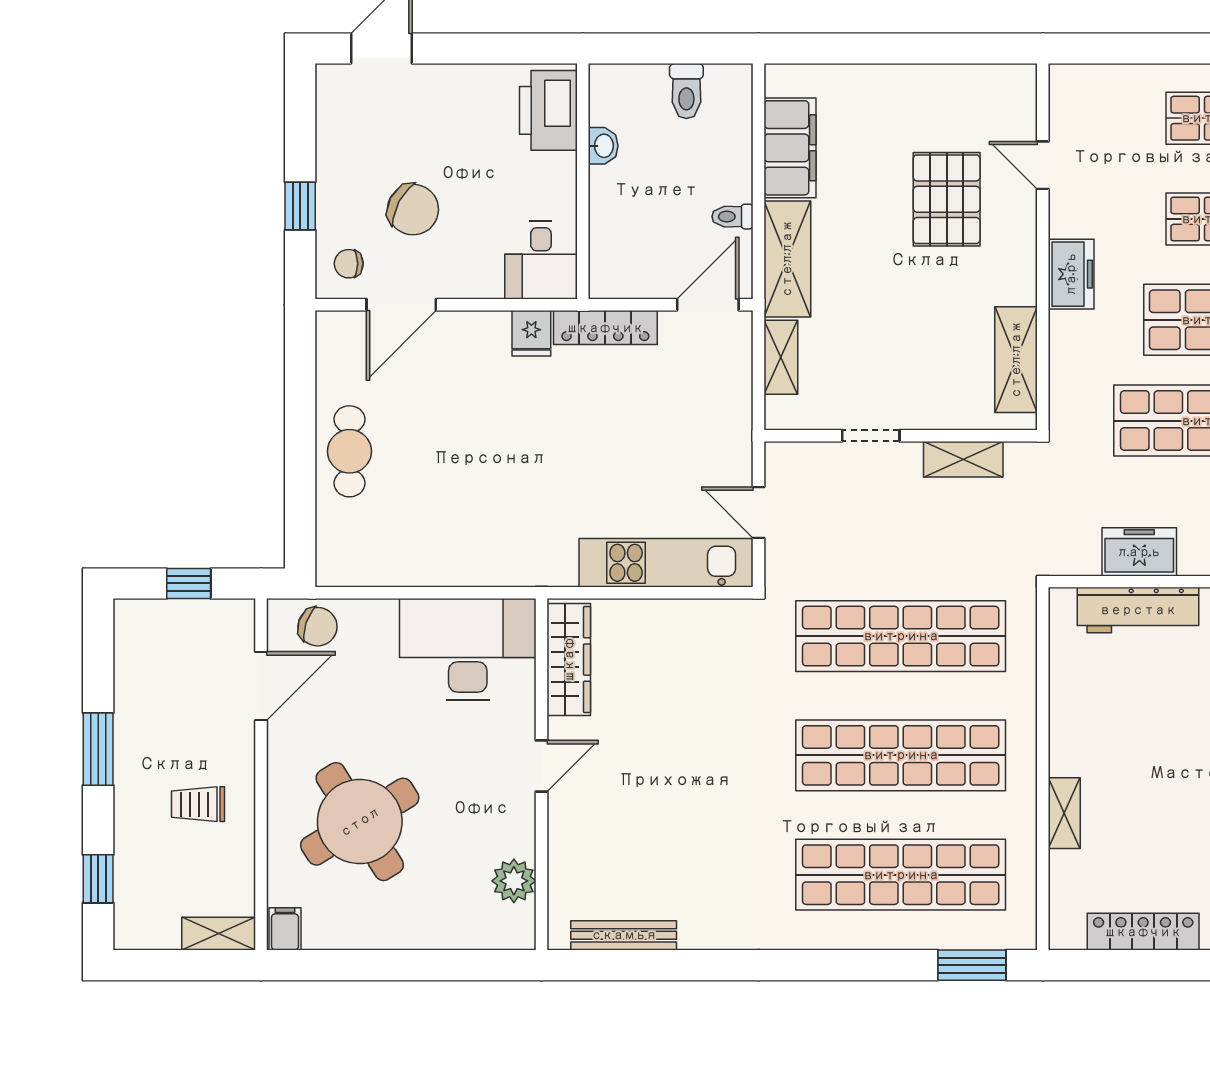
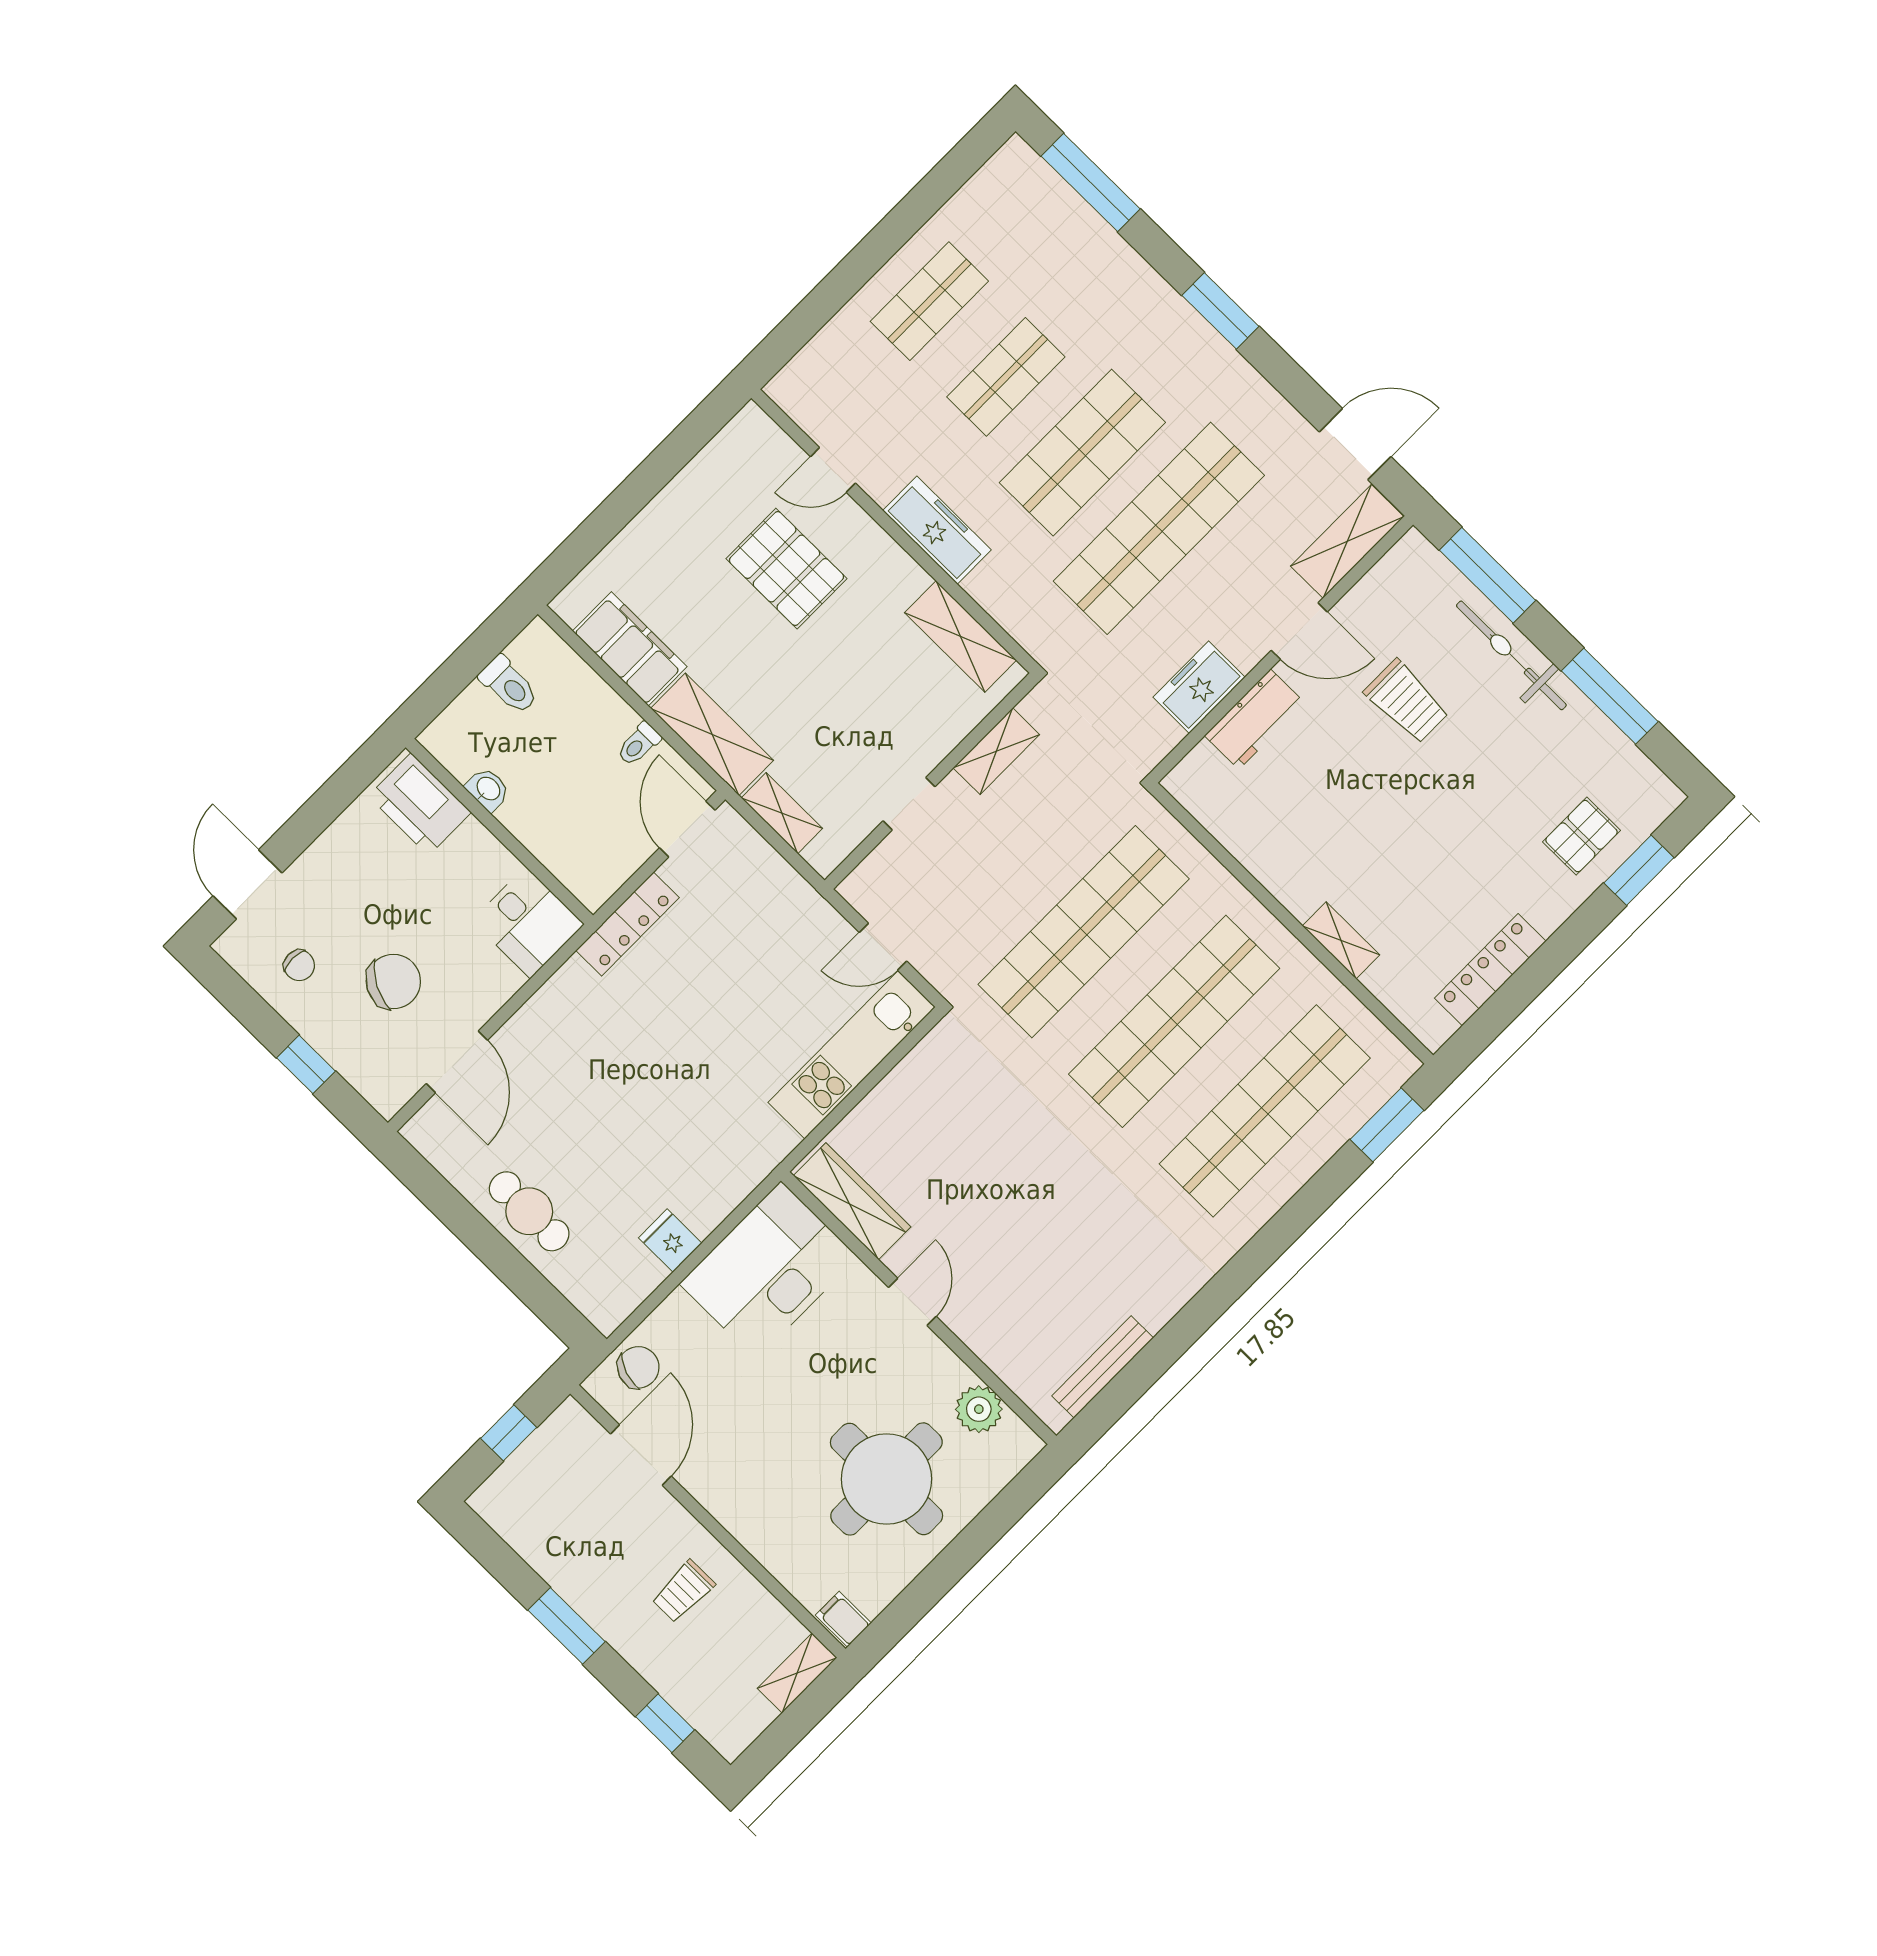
chair: (349, 264) -> (299, 965), moved, turned -90
freezer: (1071, 274) -> (937, 530), width x1.40
fridge: (531, 333) -> (670, 1240), moved, turned 180
workbench: (1138, 610) -> (1255, 719), width x0.73
round table: (360, 822) -> (887, 1479), moved, turned 32

